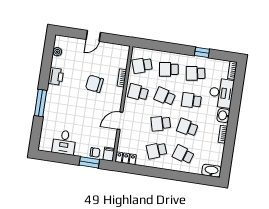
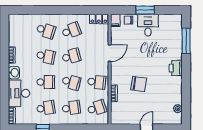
printer: (56, 76) -> (176, 68), moved
window: (41, 103) -> (186, 41), moved
desk: (64, 142) -> (148, 25), moved
window: (89, 162) -> (145, 10), moved
washbasin: (211, 171) -> (17, 19), removed

